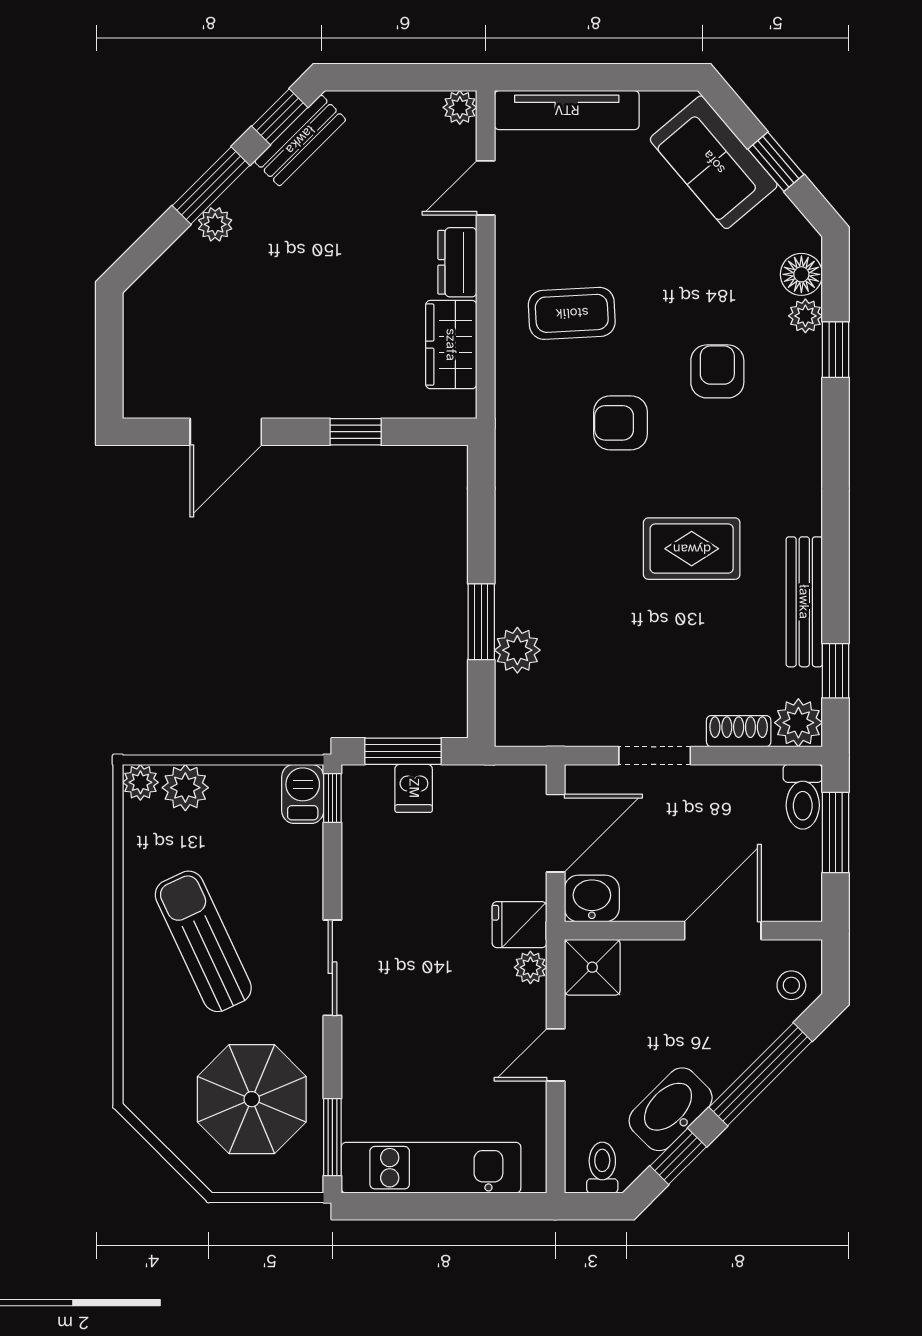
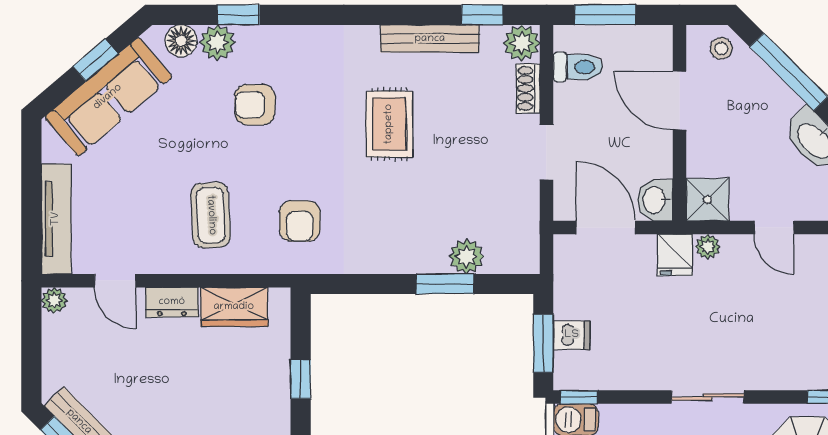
sofa: (714, 162) -> (108, 97), width x1.36
plant: (805, 316) -> (217, 43), width x1.38, depth x1.38
armchair: (620, 423) -> (300, 221), moved
toilet: (803, 797) -> (578, 67), moved

